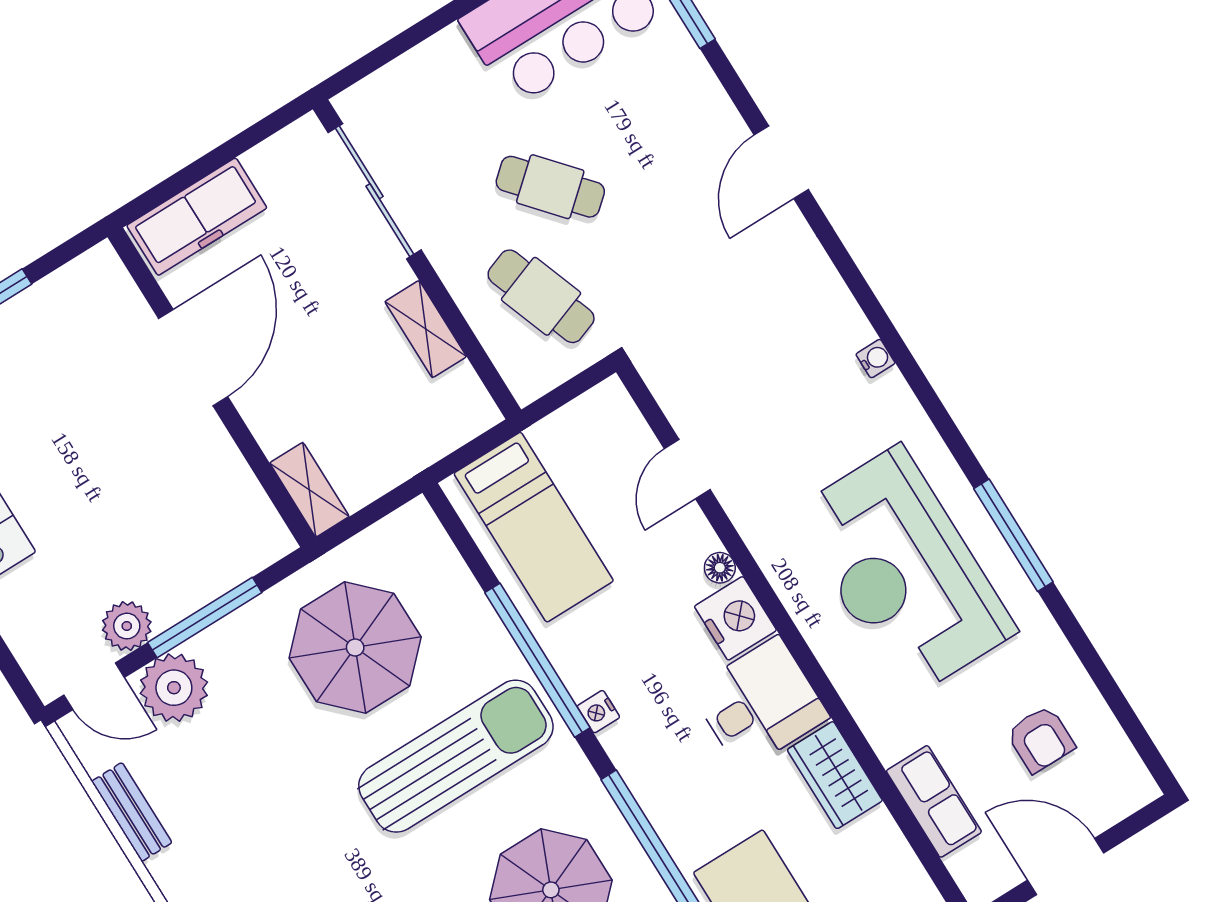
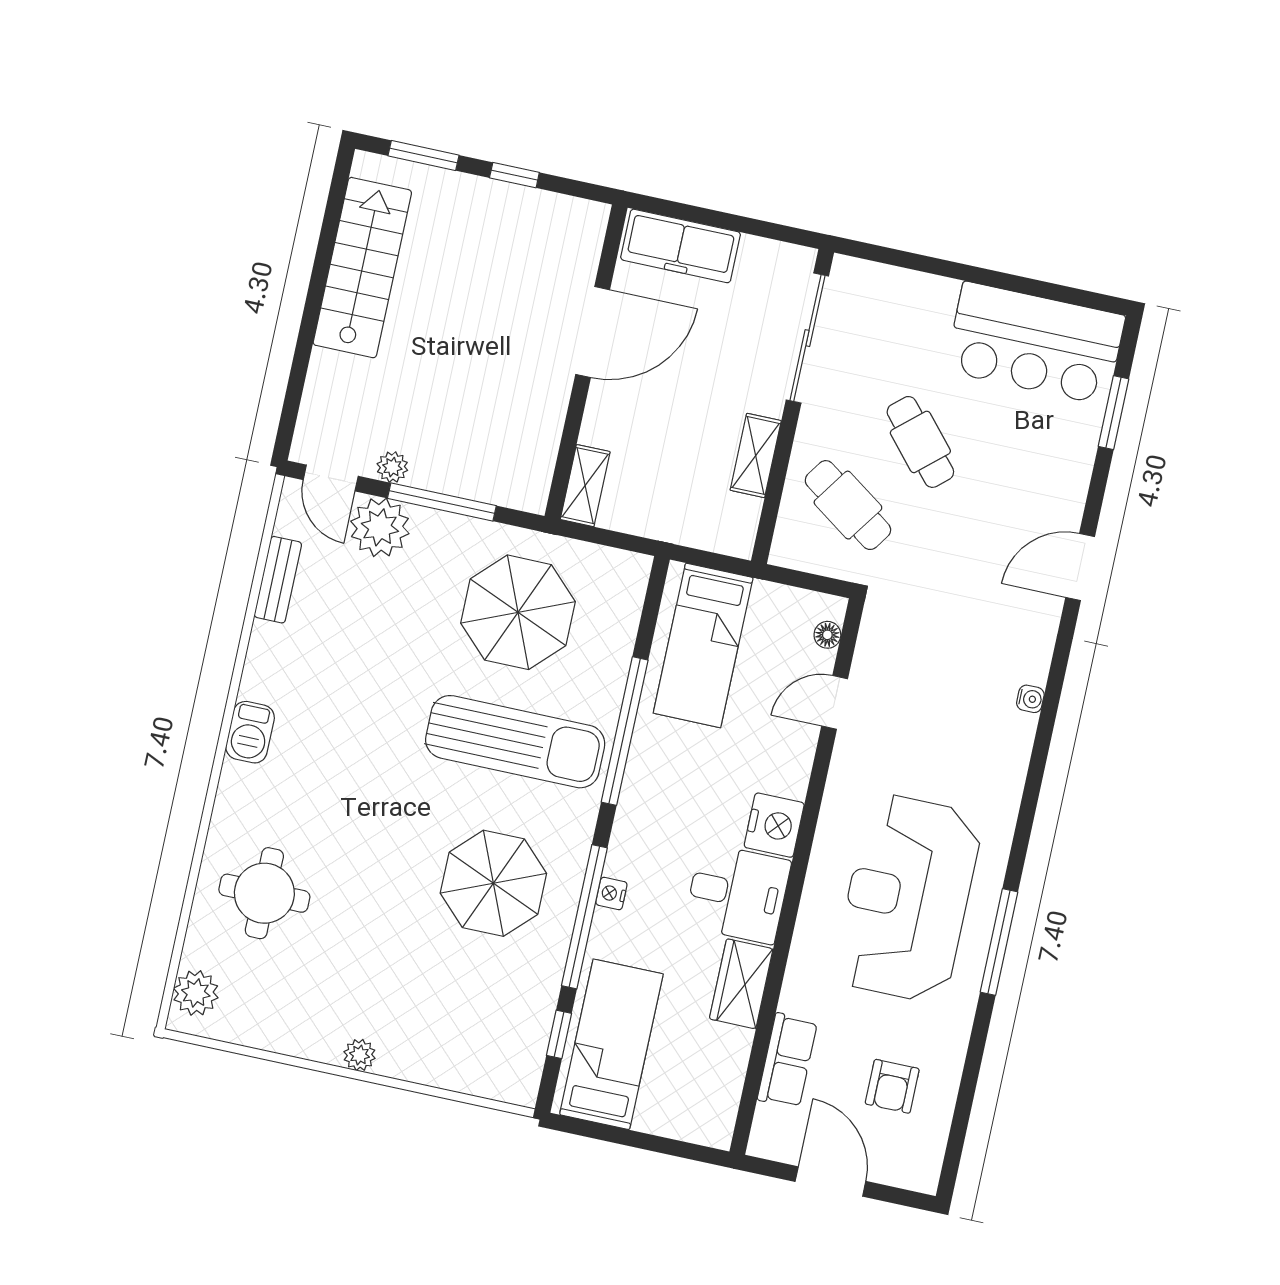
cafe table: (541, 296) -> (848, 505), turned -35
water cooler: (876, 359) -> (1030, 699), moved
floor lamp: (720, 568) -> (827, 635), moved
plant: (127, 626) -> (392, 467), width x0.73, depth x0.73
nightstand: (598, 712) -> (611, 893), moved

